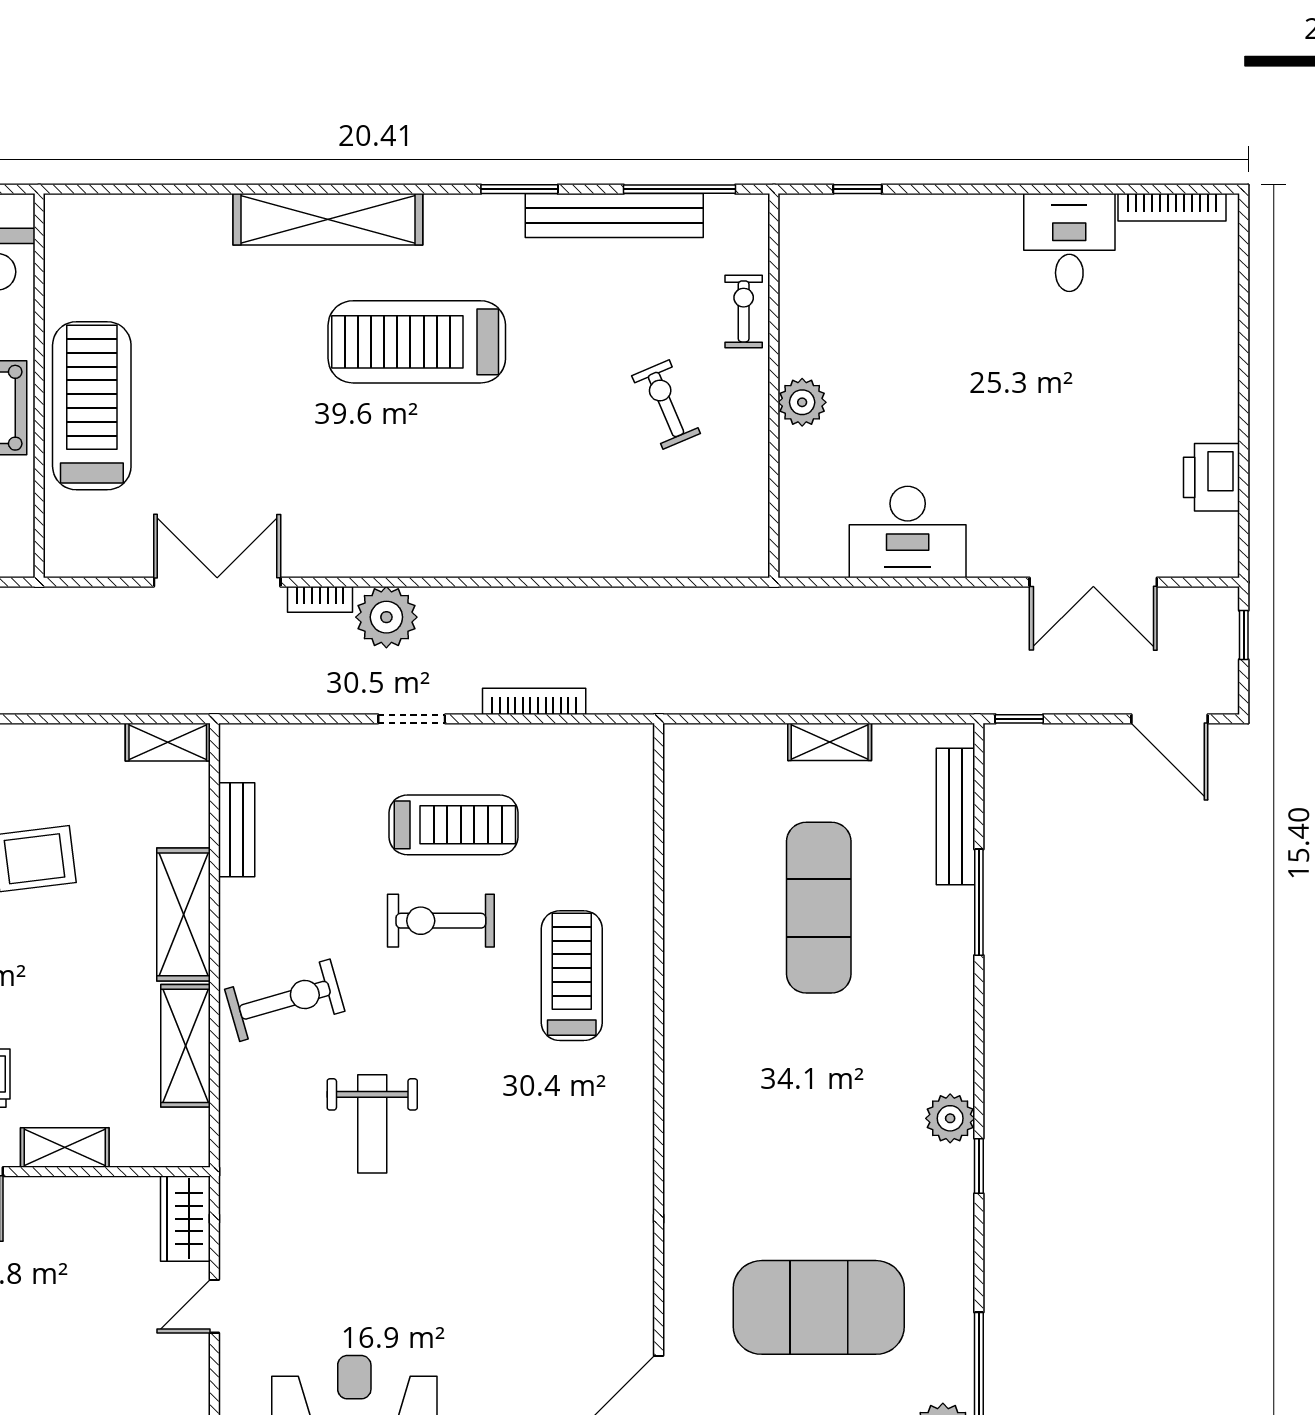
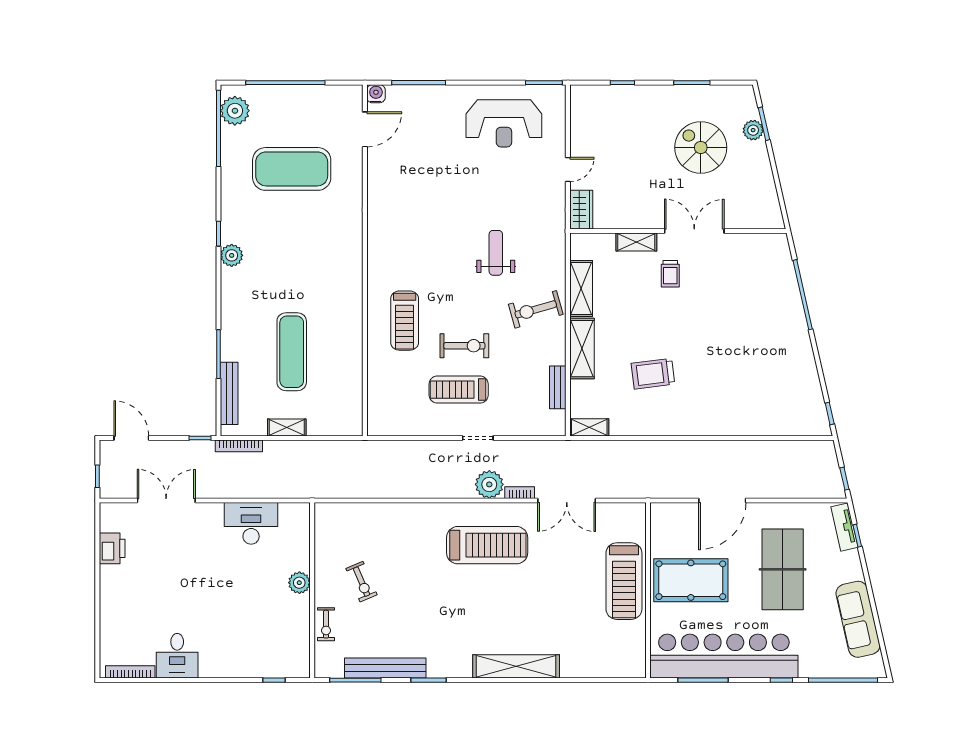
treadmill: (417, 342) -> (487, 545), moved
bookcase: (534, 701) -> (239, 446), moved

